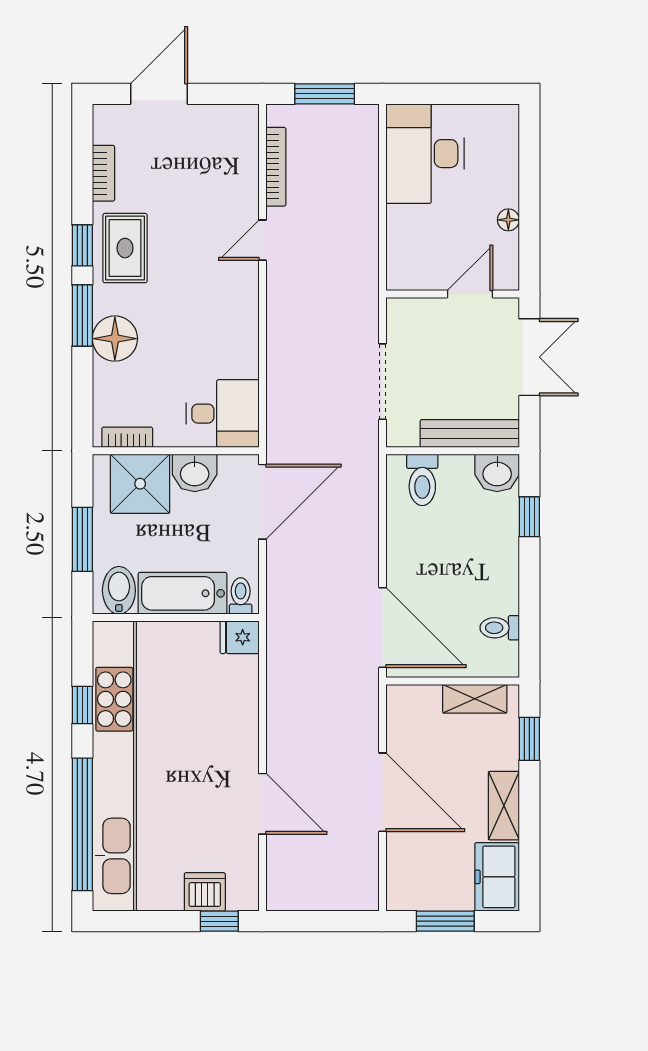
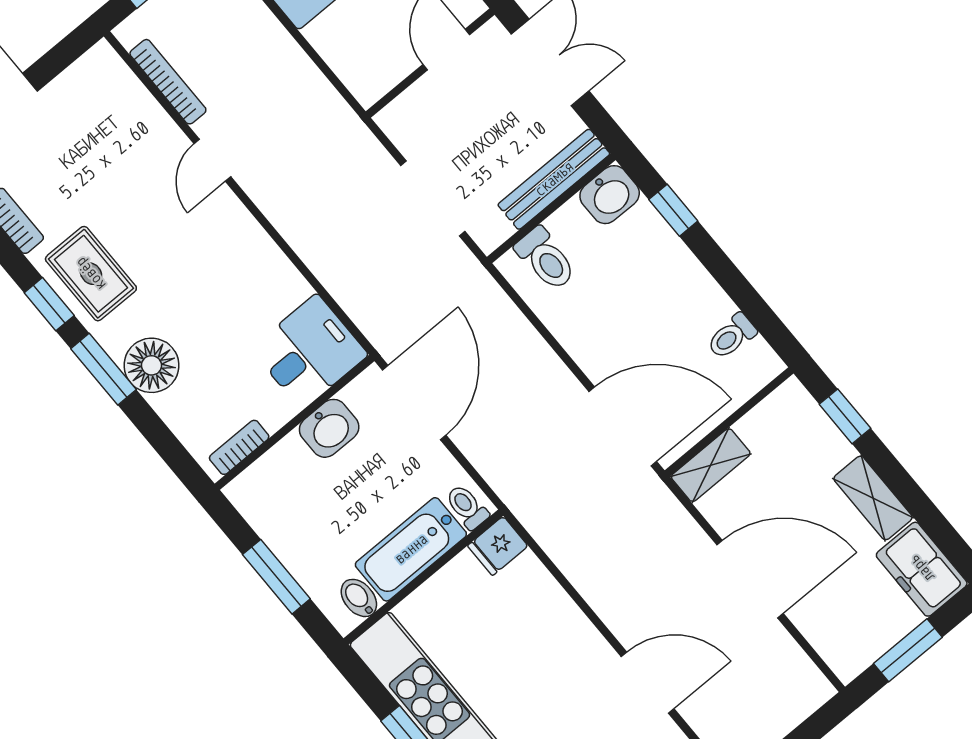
shower: (140, 484) -> (287, 480), removed
bidet: (119, 590) -> (359, 598), width x0.72, depth x0.74
shelving: (475, 699) -> (711, 465), moved

